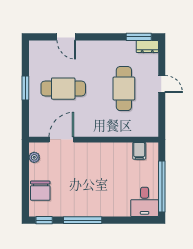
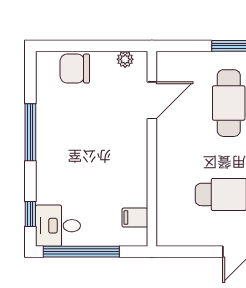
door: (61, 140) -> (152, 100), hinge flipped
window: (44, 220) -> (30, 214), moved

